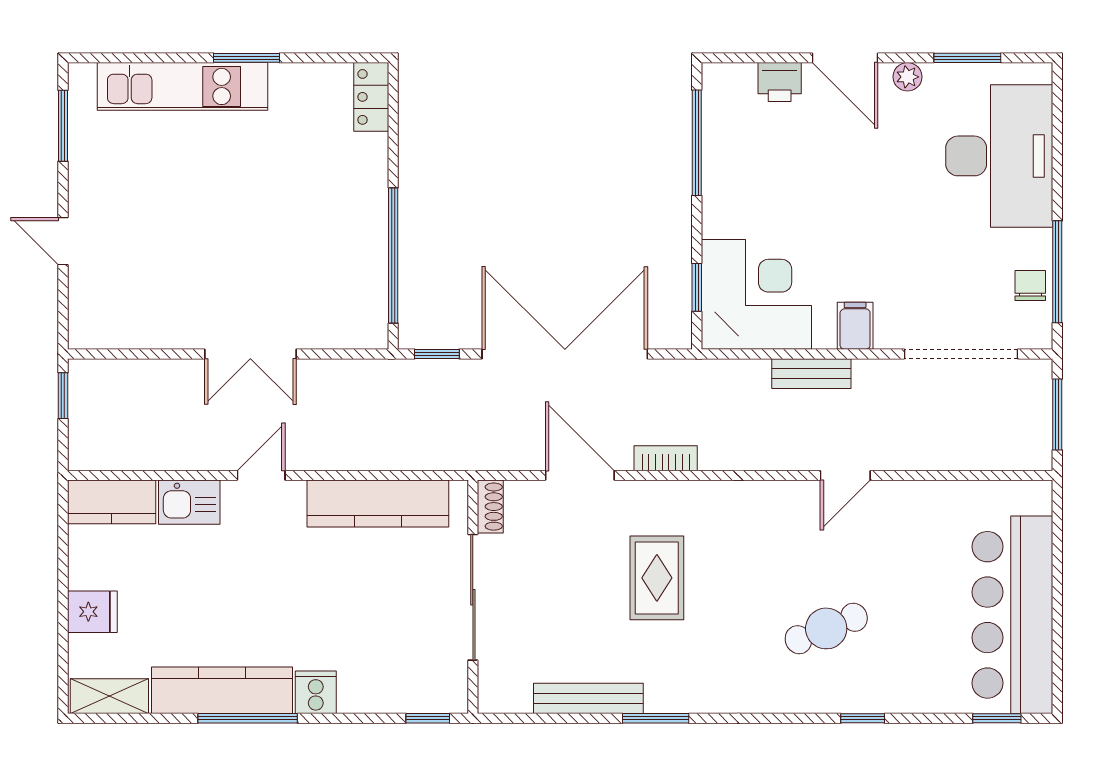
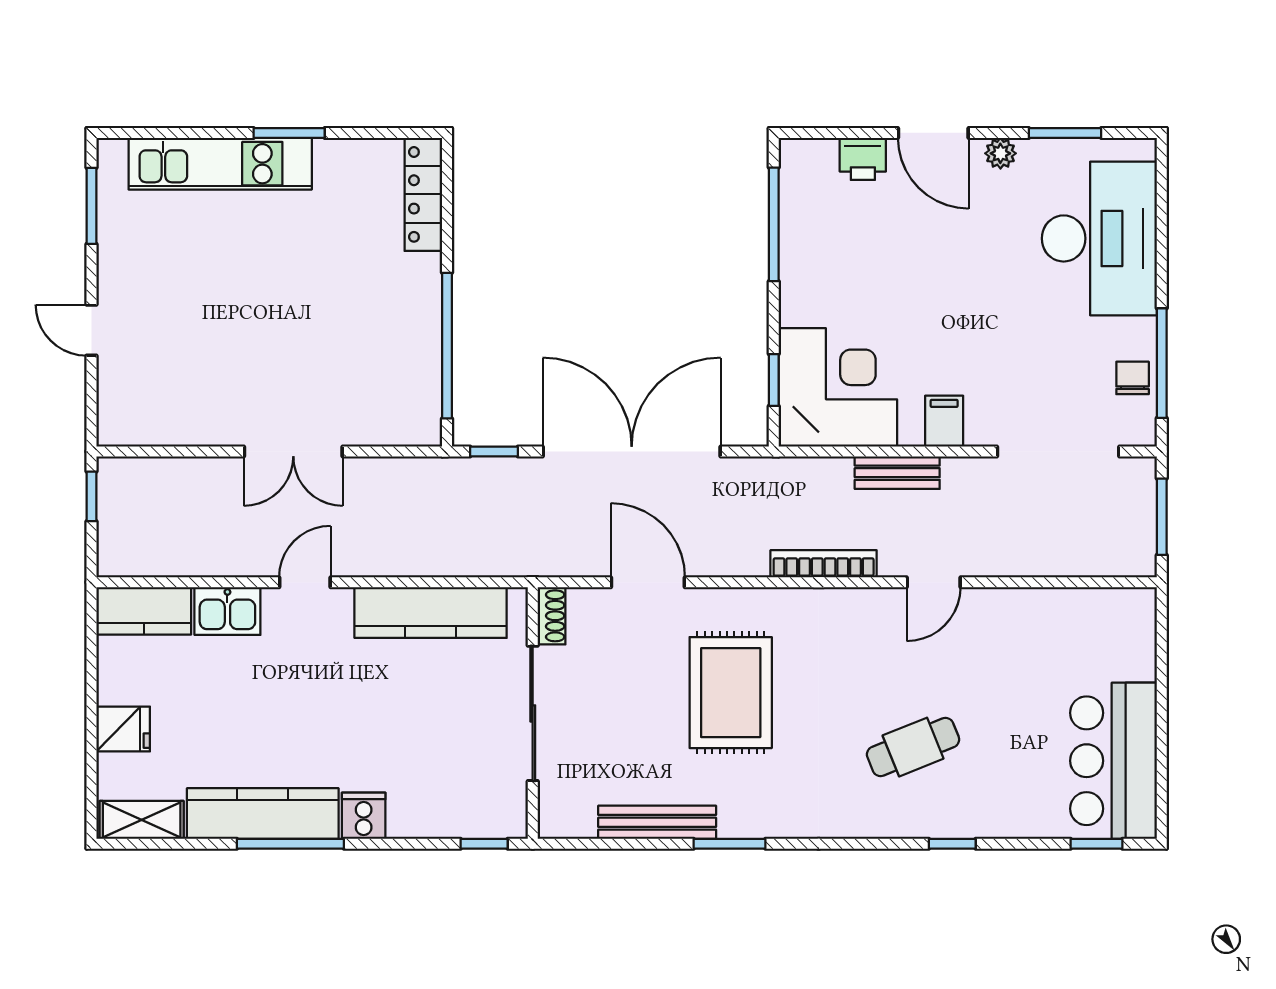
locker: (371, 97) -> (423, 194), width x1.53
bookcase: (666, 458) -> (824, 564), moved, width x1.56
rug: (657, 578) -> (731, 693), width x1.36, depth x1.43
bar counter: (1012, 615) -> (1113, 761), width x0.73

